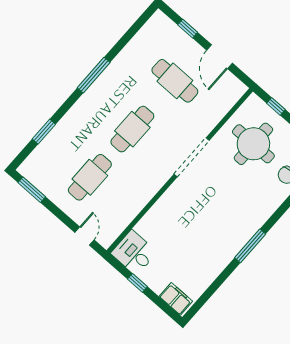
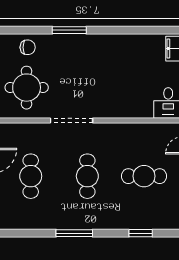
cafe table: (132, 129) -> (87, 176), turned 90
window: (250, 246) -> (69, 30), moved

